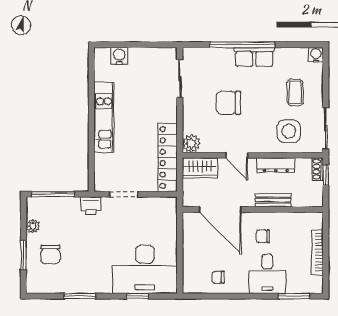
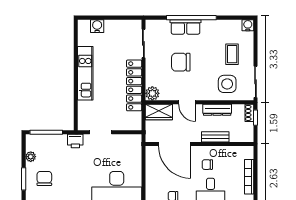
row of seats: (254, 57) -> (186, 27), moved
locker: (167, 157) -> (134, 85), moved
chair: (50, 254) -> (44, 178), turned 180

